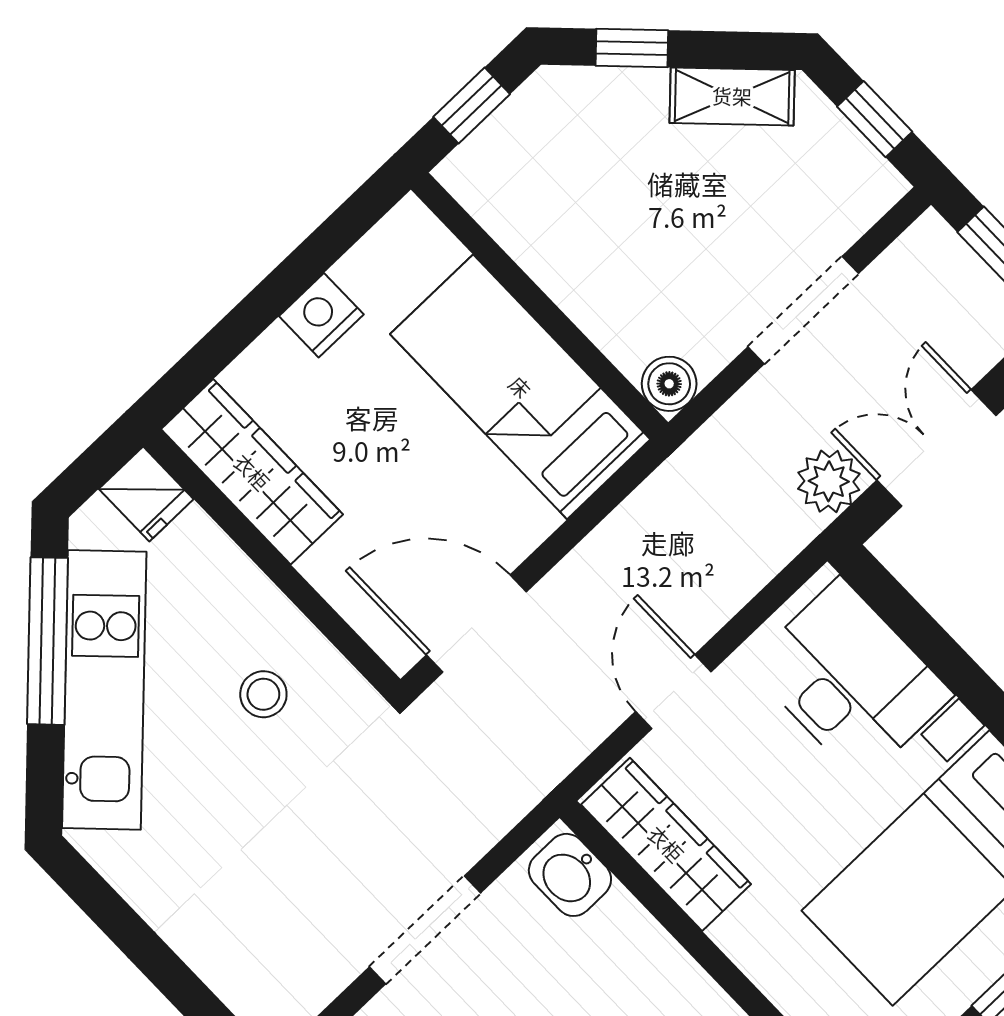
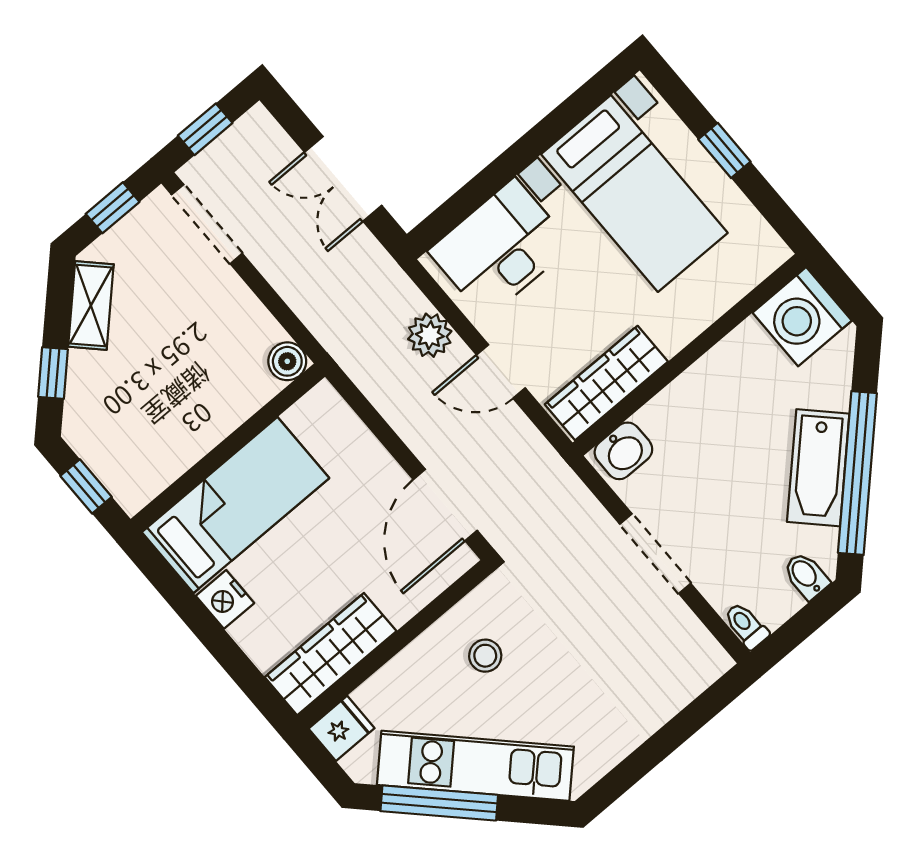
doorway: (803, 310) -> (207, 224), moved
bed: (520, 387) -> (235, 505), moved, turned 180
plant: (829, 481) -> (430, 335), moved

